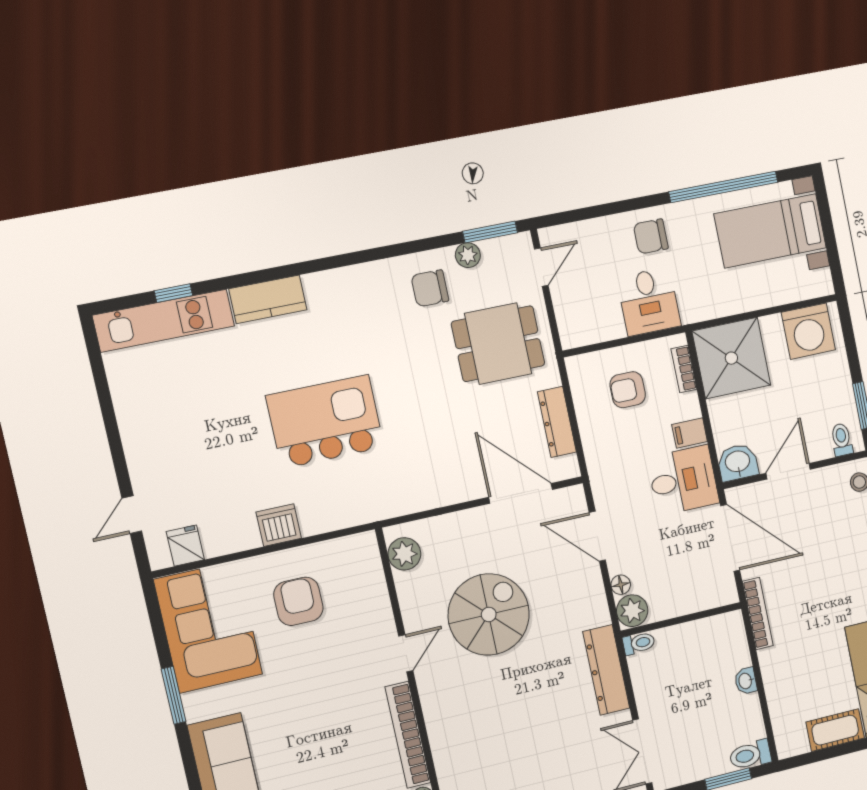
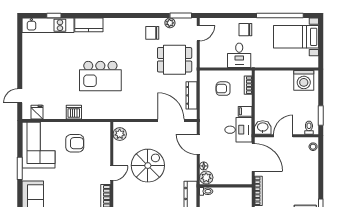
shower: (731, 358) -> (269, 85), removed
kitchen island: (325, 421) -> (100, 76), turned 180
armchair: (298, 601) -> (75, 143), turned 90

